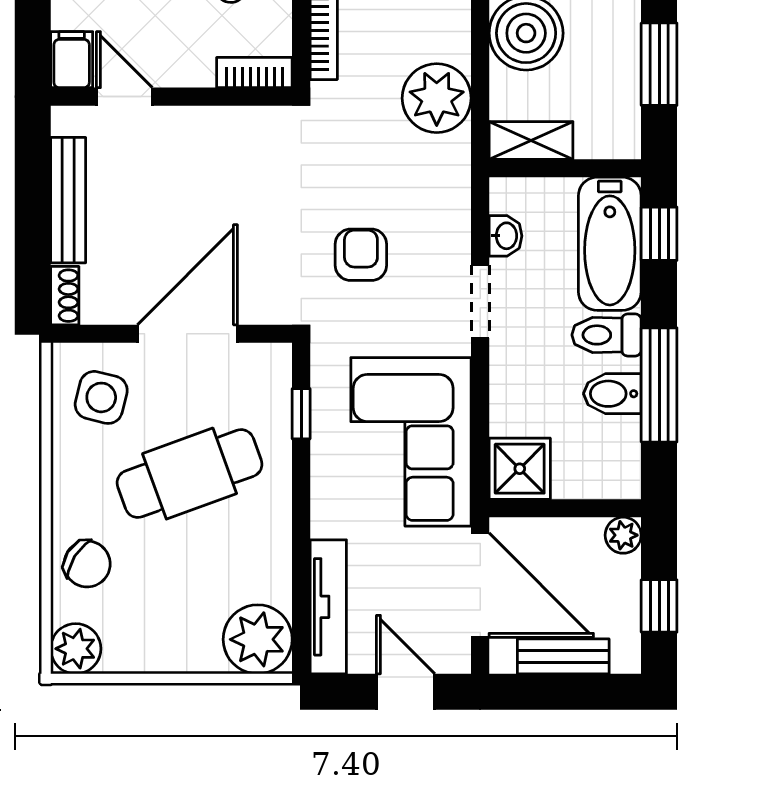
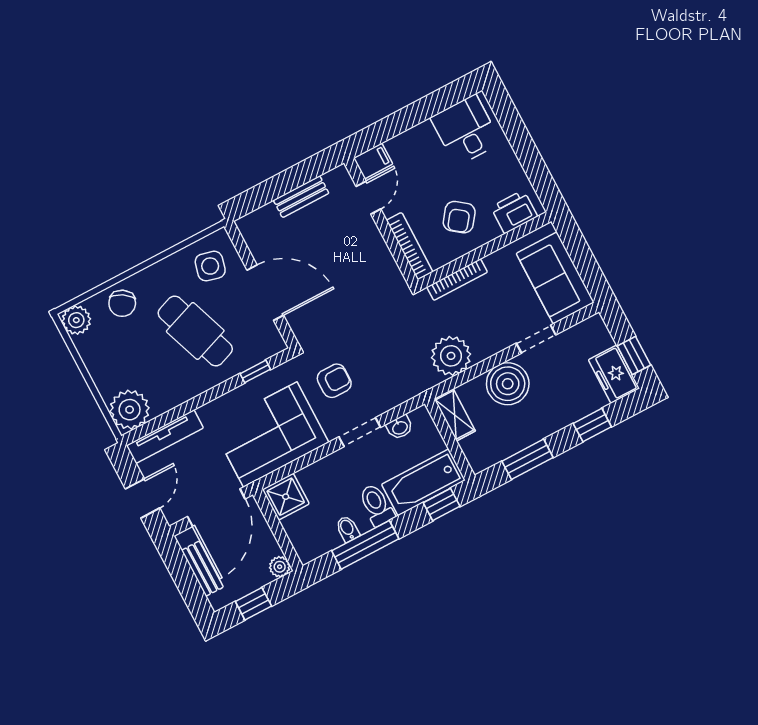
bookcase: (254, 73) -> (410, 246), width x1.56
bench: (68, 200) -> (301, 197), width x0.73
armchair: (361, 255) -> (334, 381), moved
shoe rack: (65, 296) -> (252, 220), removed
bidet: (612, 394) -> (348, 529), width x0.72, depth x0.74

